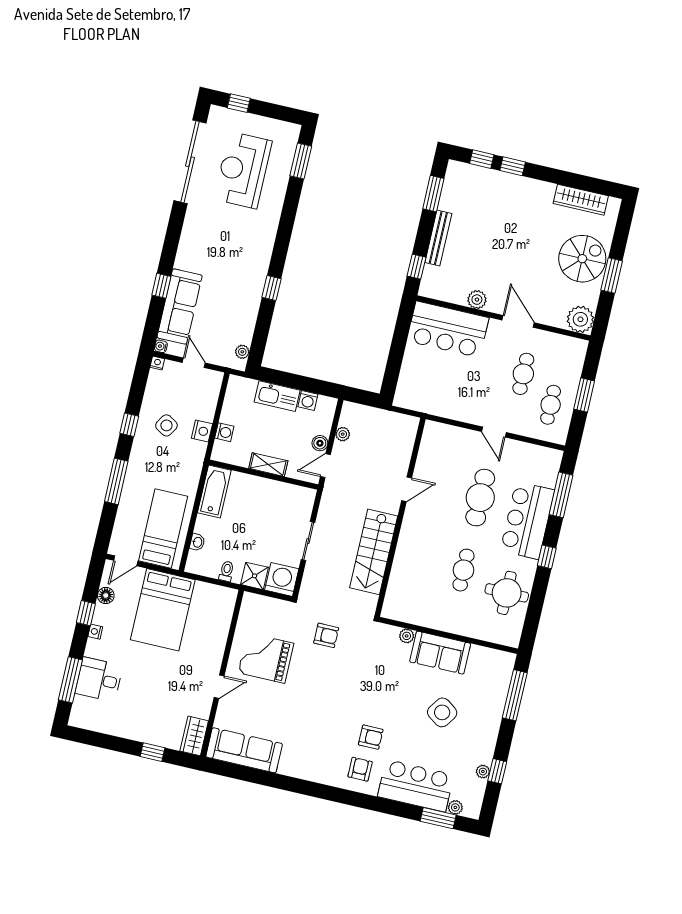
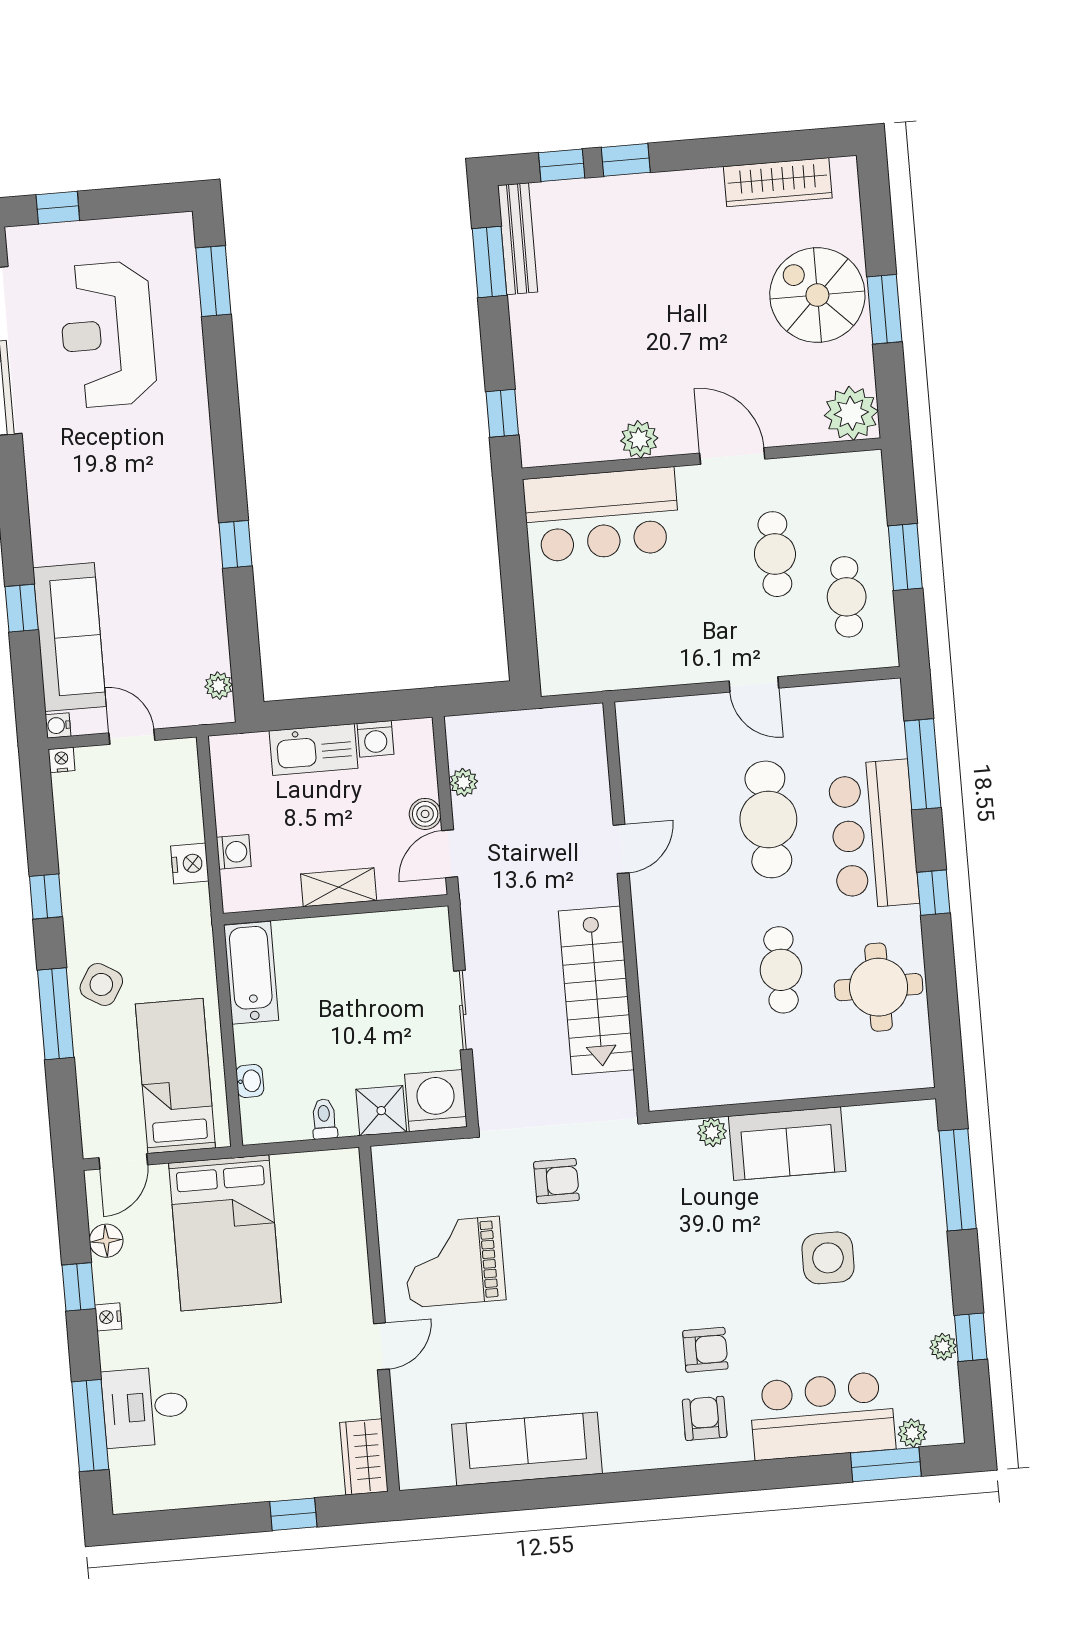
bench: (438, 238) -> (518, 239), moved
spiral stairs: (582, 259) -> (817, 295), turned -90
side table: (166, 425) -> (101, 984), moved
side table: (442, 712) -> (828, 1258), turned -35
sofa: (244, 750) -> (527, 1449), moved

